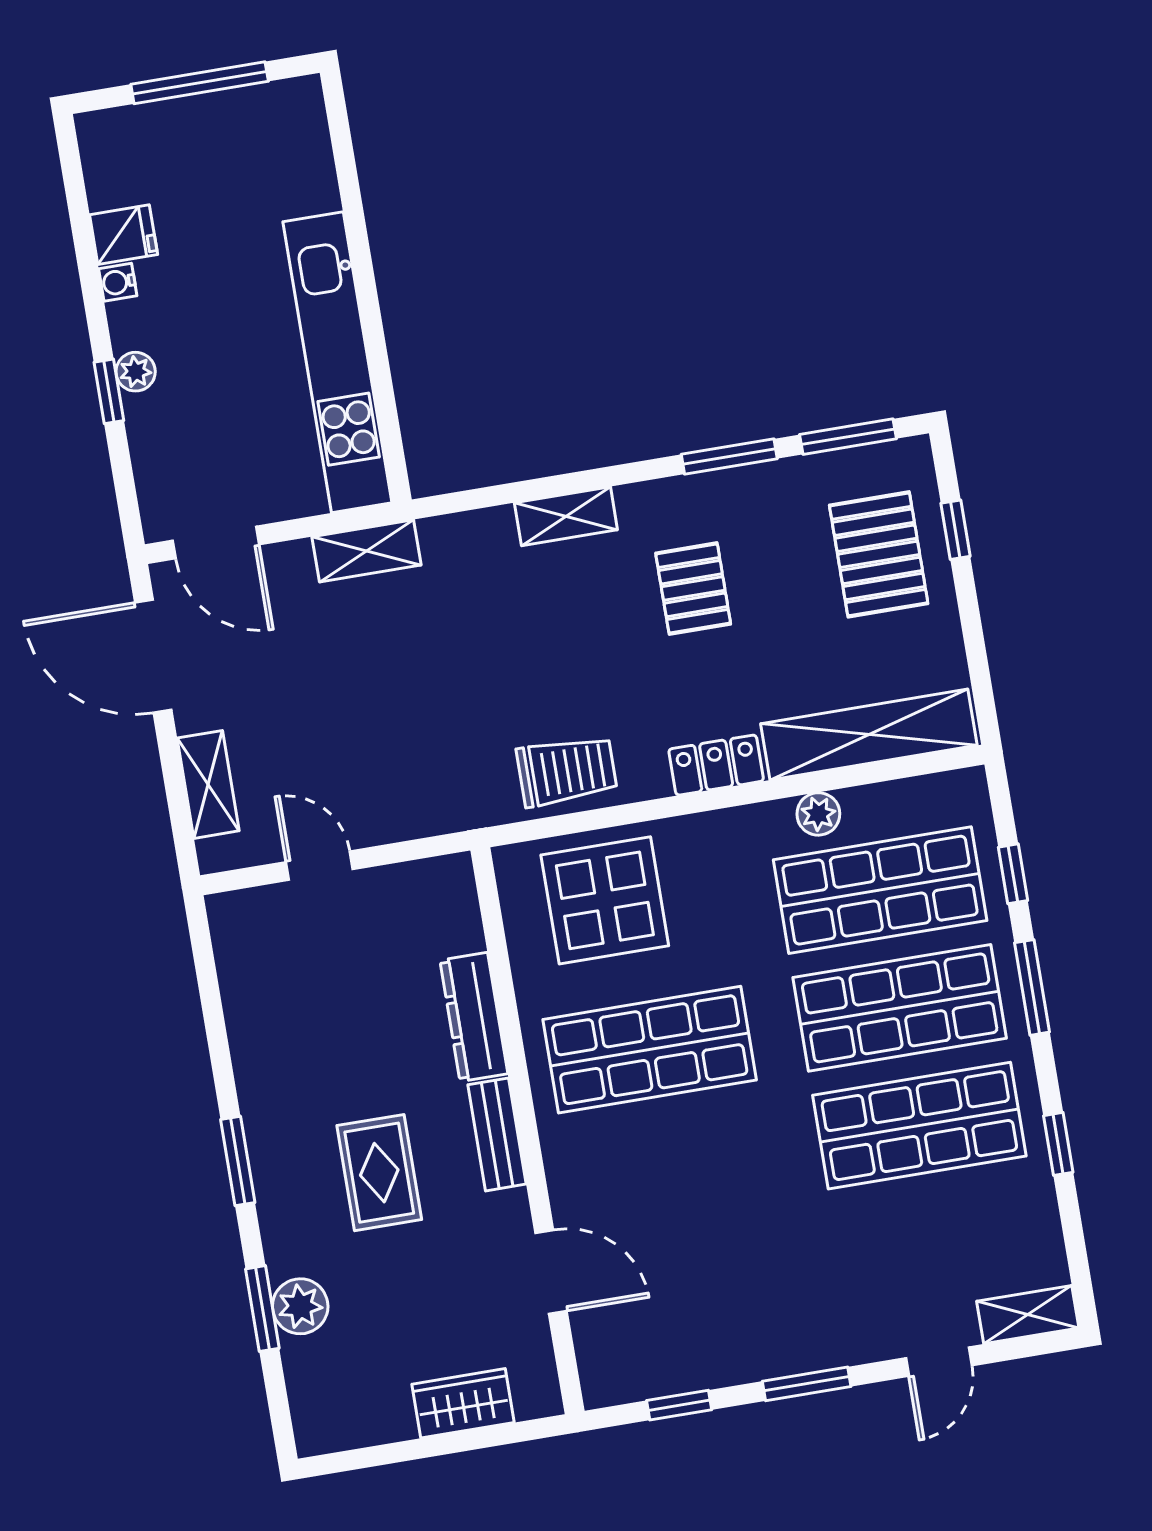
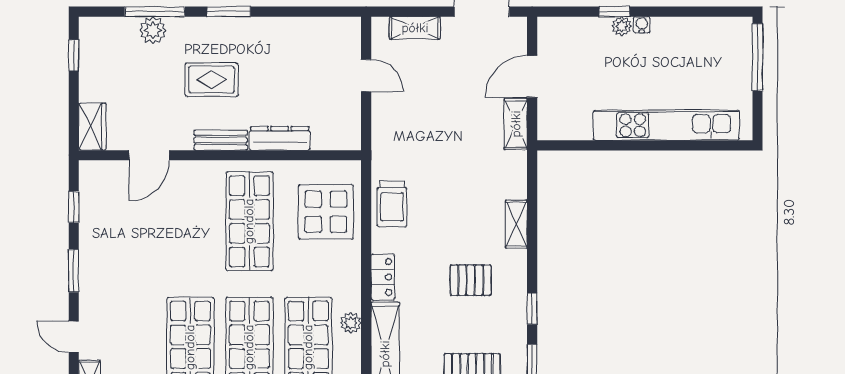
window: (200, 83) -> (757, 57), moved
fridge: (124, 235) -> (690, 31), removed
water cooler: (118, 282) -> (642, 25), moved
kitchen unit: (337, 362) -> (666, 125), moved
window: (729, 457) -> (532, 309), width x0.67
door: (216, 542) -> (532, 76), moved
door: (319, 866) -> (366, 75), hinge flipped
window: (262, 1309) -> (155, 12), width x1.44
wardrobe: (463, 1403) -> (92, 127), moved
window: (377, 1456) -> (74, 55), added

